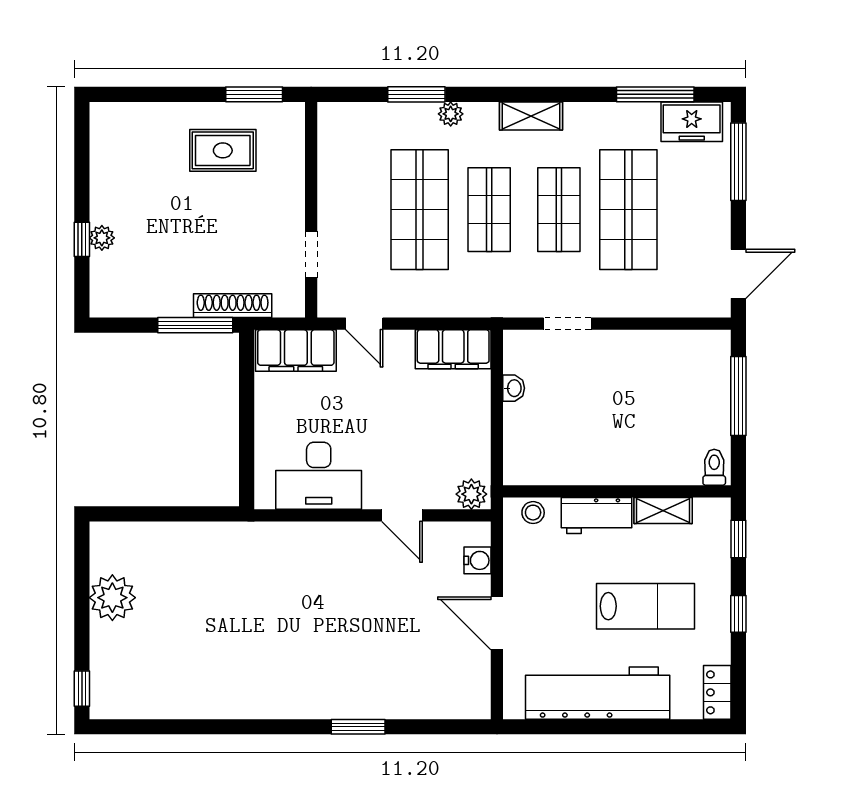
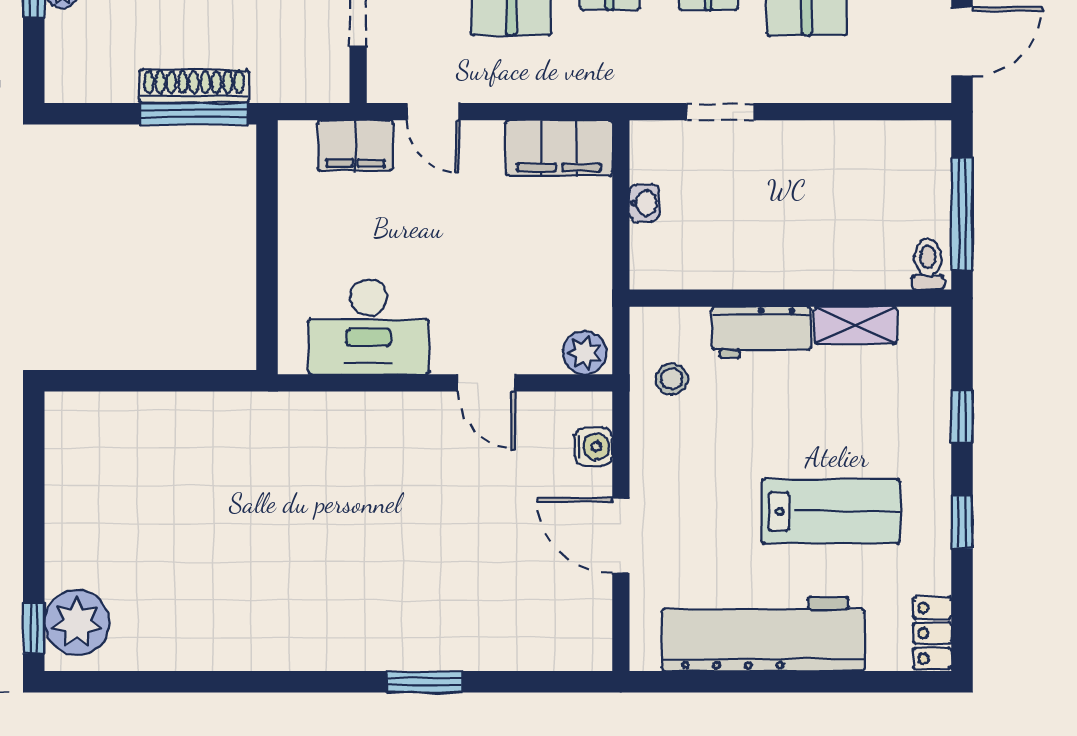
shoe rack: (233, 306) -> (194, 86), moved
filing cabinet: (296, 350) -> (355, 145), width x0.67, depth x0.86
toilet: (714, 467) -> (928, 264), moved
wall: (617, 491) -> (790, 298), moved
shelving: (663, 511) -> (856, 325), moved
workbench: (596, 516) -> (762, 332), moved
plant: (112, 598) -> (77, 623), moved

